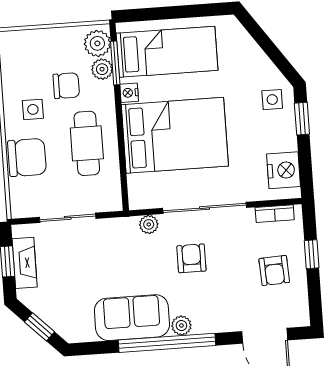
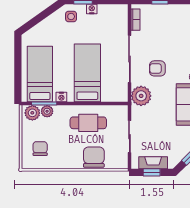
chair: (66, 86) -> (40, 149), moved
side table: (33, 109) -> (67, 152), removed
bed: (175, 135) -> (87, 73), width x0.67
nightstand: (284, 170) -> (92, 9), moved, width x0.53, depth x0.56
plant: (149, 224) -> (141, 96), width x1.88, depth x1.88
armchair: (274, 271) -> (168, 22), removed

